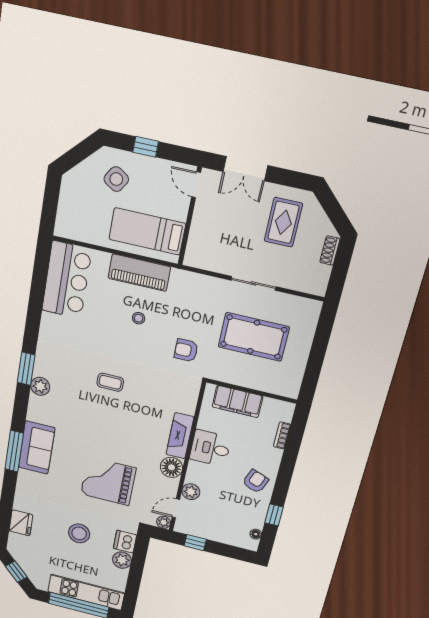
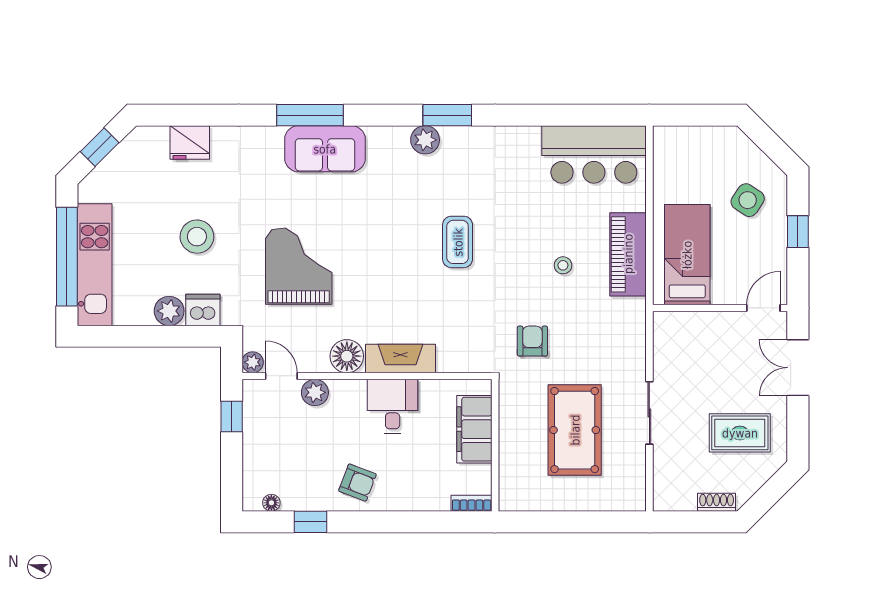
coffee table: (110, 382) -> (458, 242), width x1.36, depth x1.30
bookcase: (282, 435) -> (472, 503), moved

